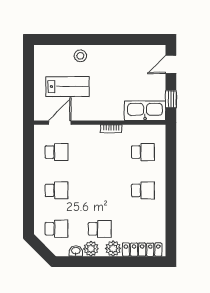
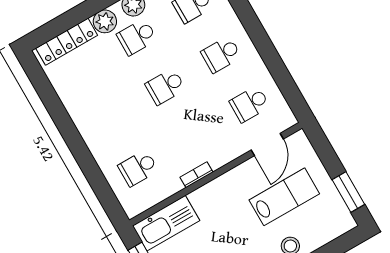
window: (29, 68) -> (348, 192), added
lab bench: (67, 87) -> (284, 197), turned 180
school desk: (143, 190) -> (165, 87), moved

